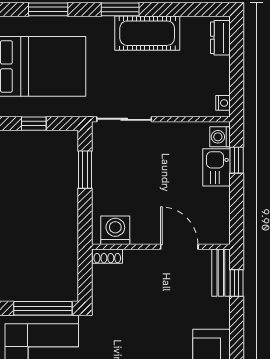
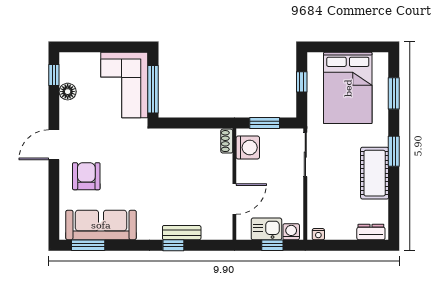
washing machine: (115, 230) -> (248, 148), moved
wall: (161, 247) -> (234, 184), moved
door: (179, 247) -> (234, 199), moved
shoe rack: (107, 256) -> (227, 141), moved

